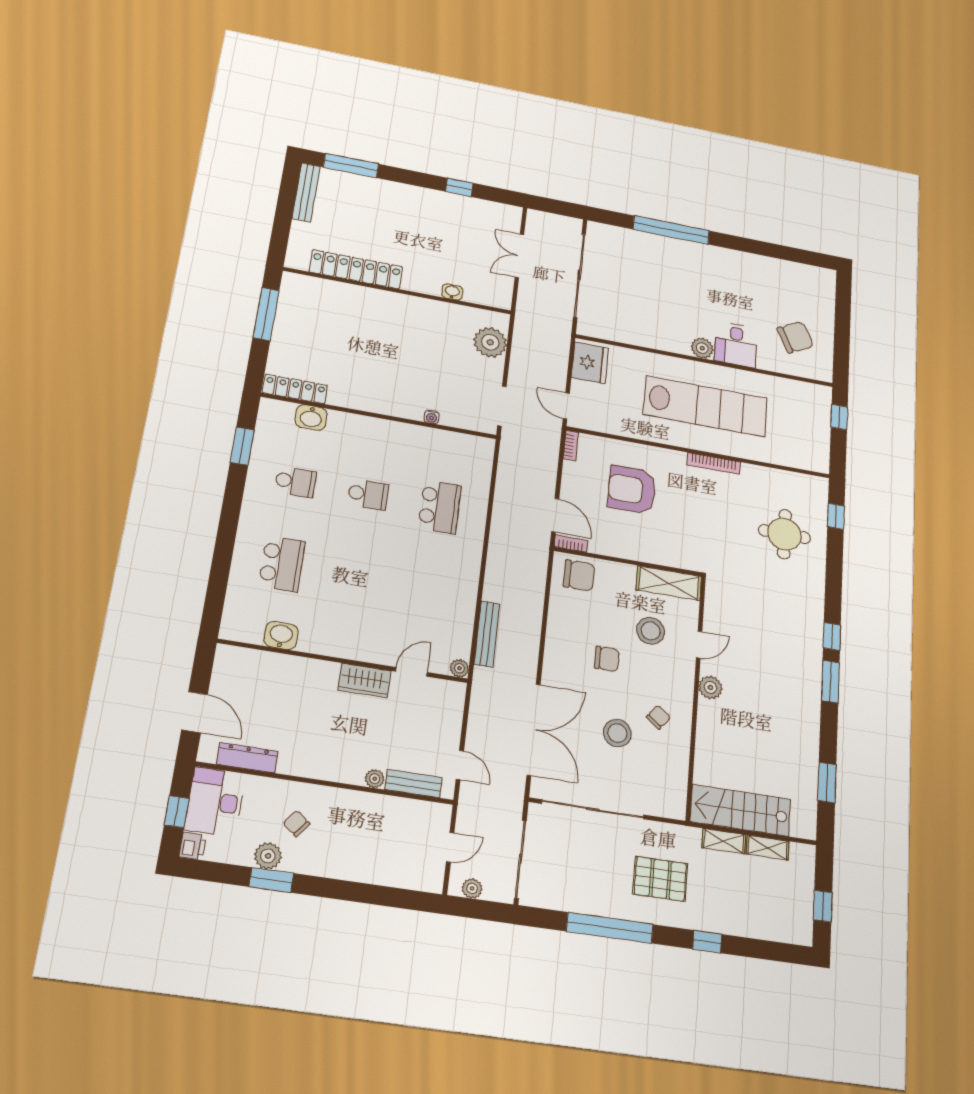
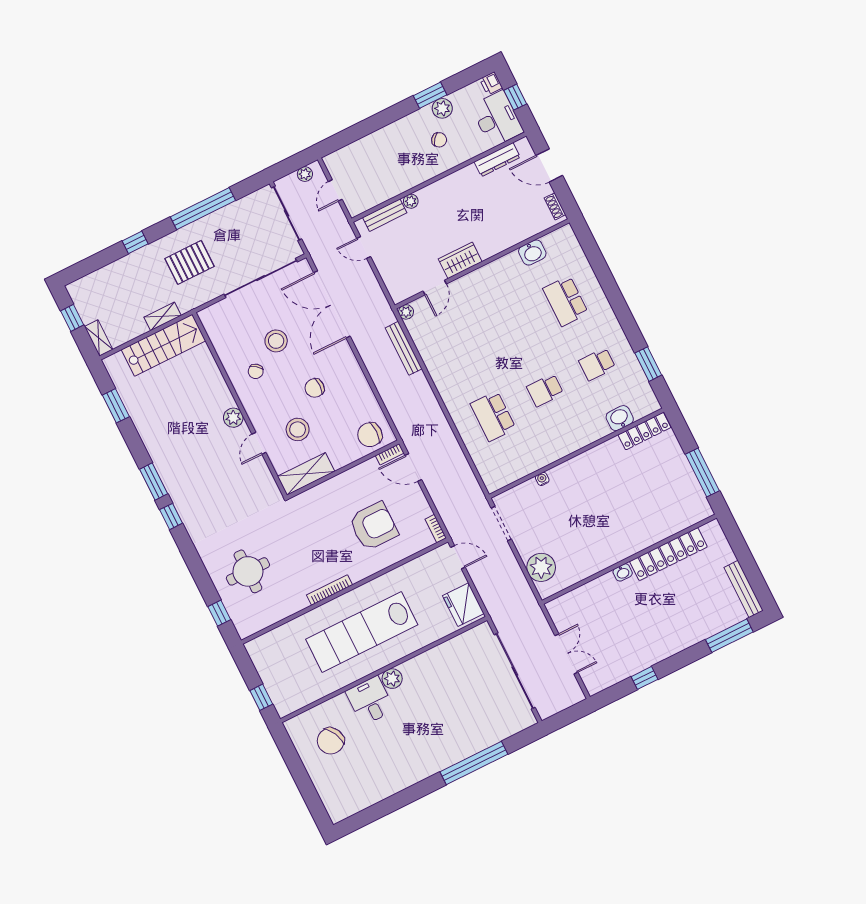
washbasin: (452, 292) -> (623, 572), moved
shoe rack: (221, 665) -> (555, 206), added
shelving: (768, 848) -> (99, 338), moved, turned 90

